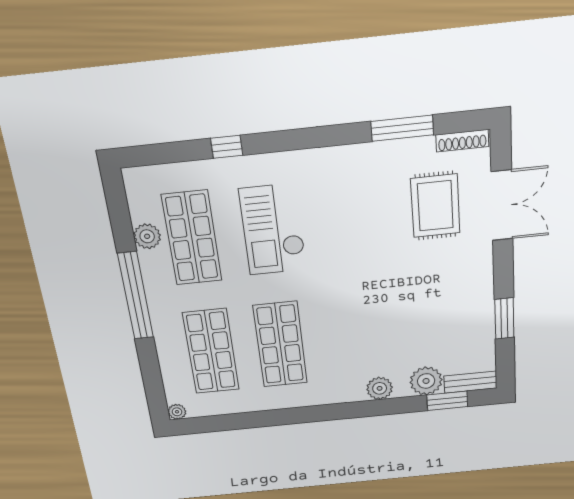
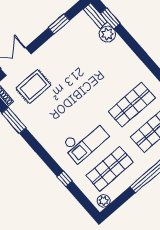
plant: (147, 236) -> (104, 201), moved
plant: (380, 388) -> (124, 50), removed

